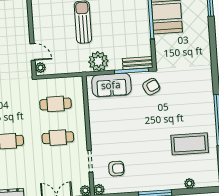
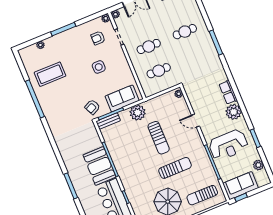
door: (33, 52) -> (195, 121), moved
side table: (127, 133) -> (99, 67), added

